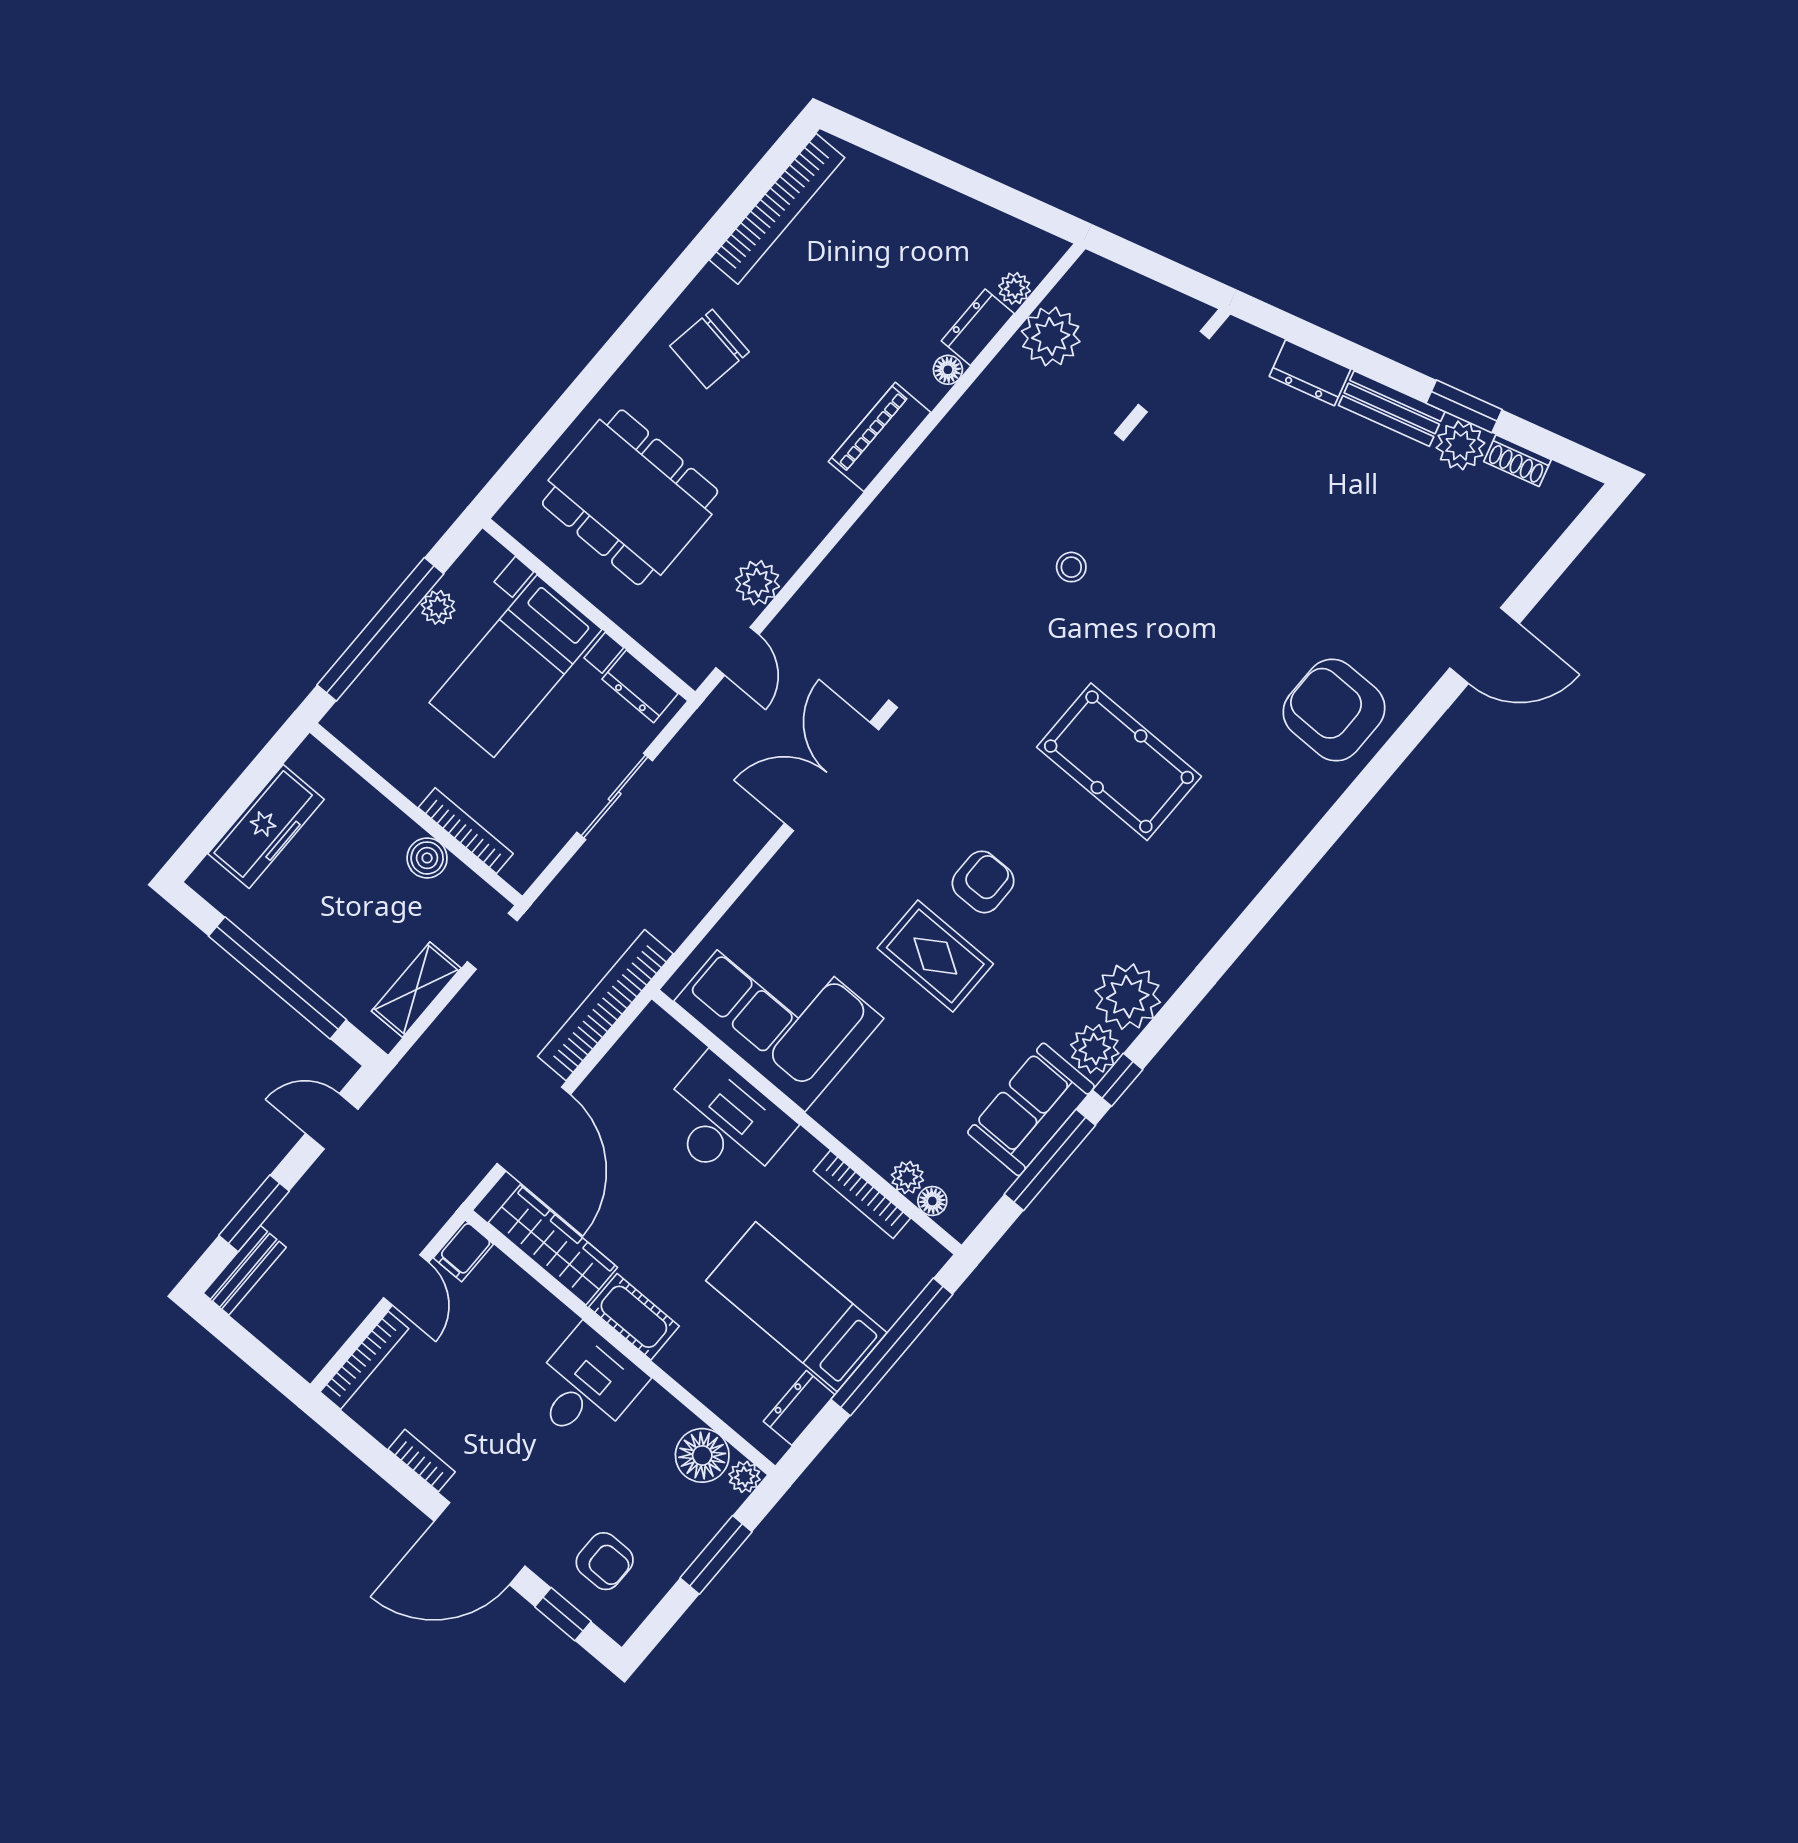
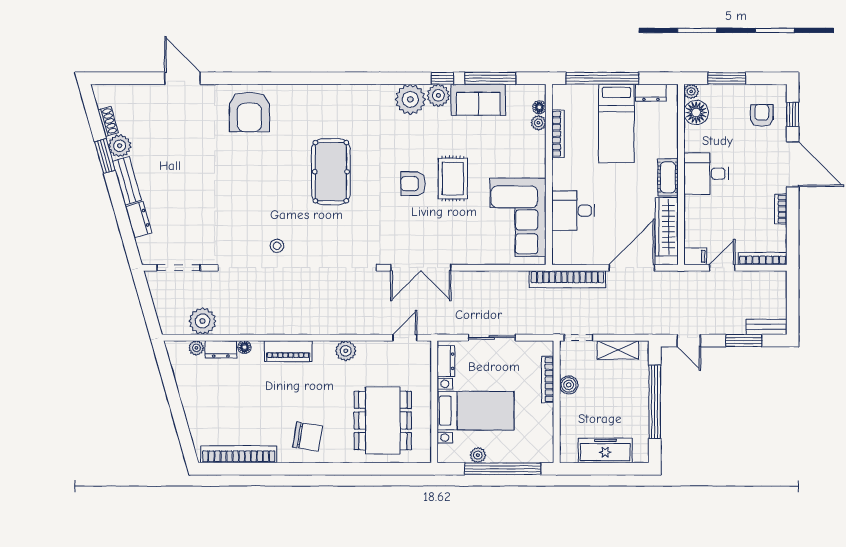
plant: (757, 583) -> (346, 351), moved
desk: (724, 1122) -> (573, 211), width x0.73

